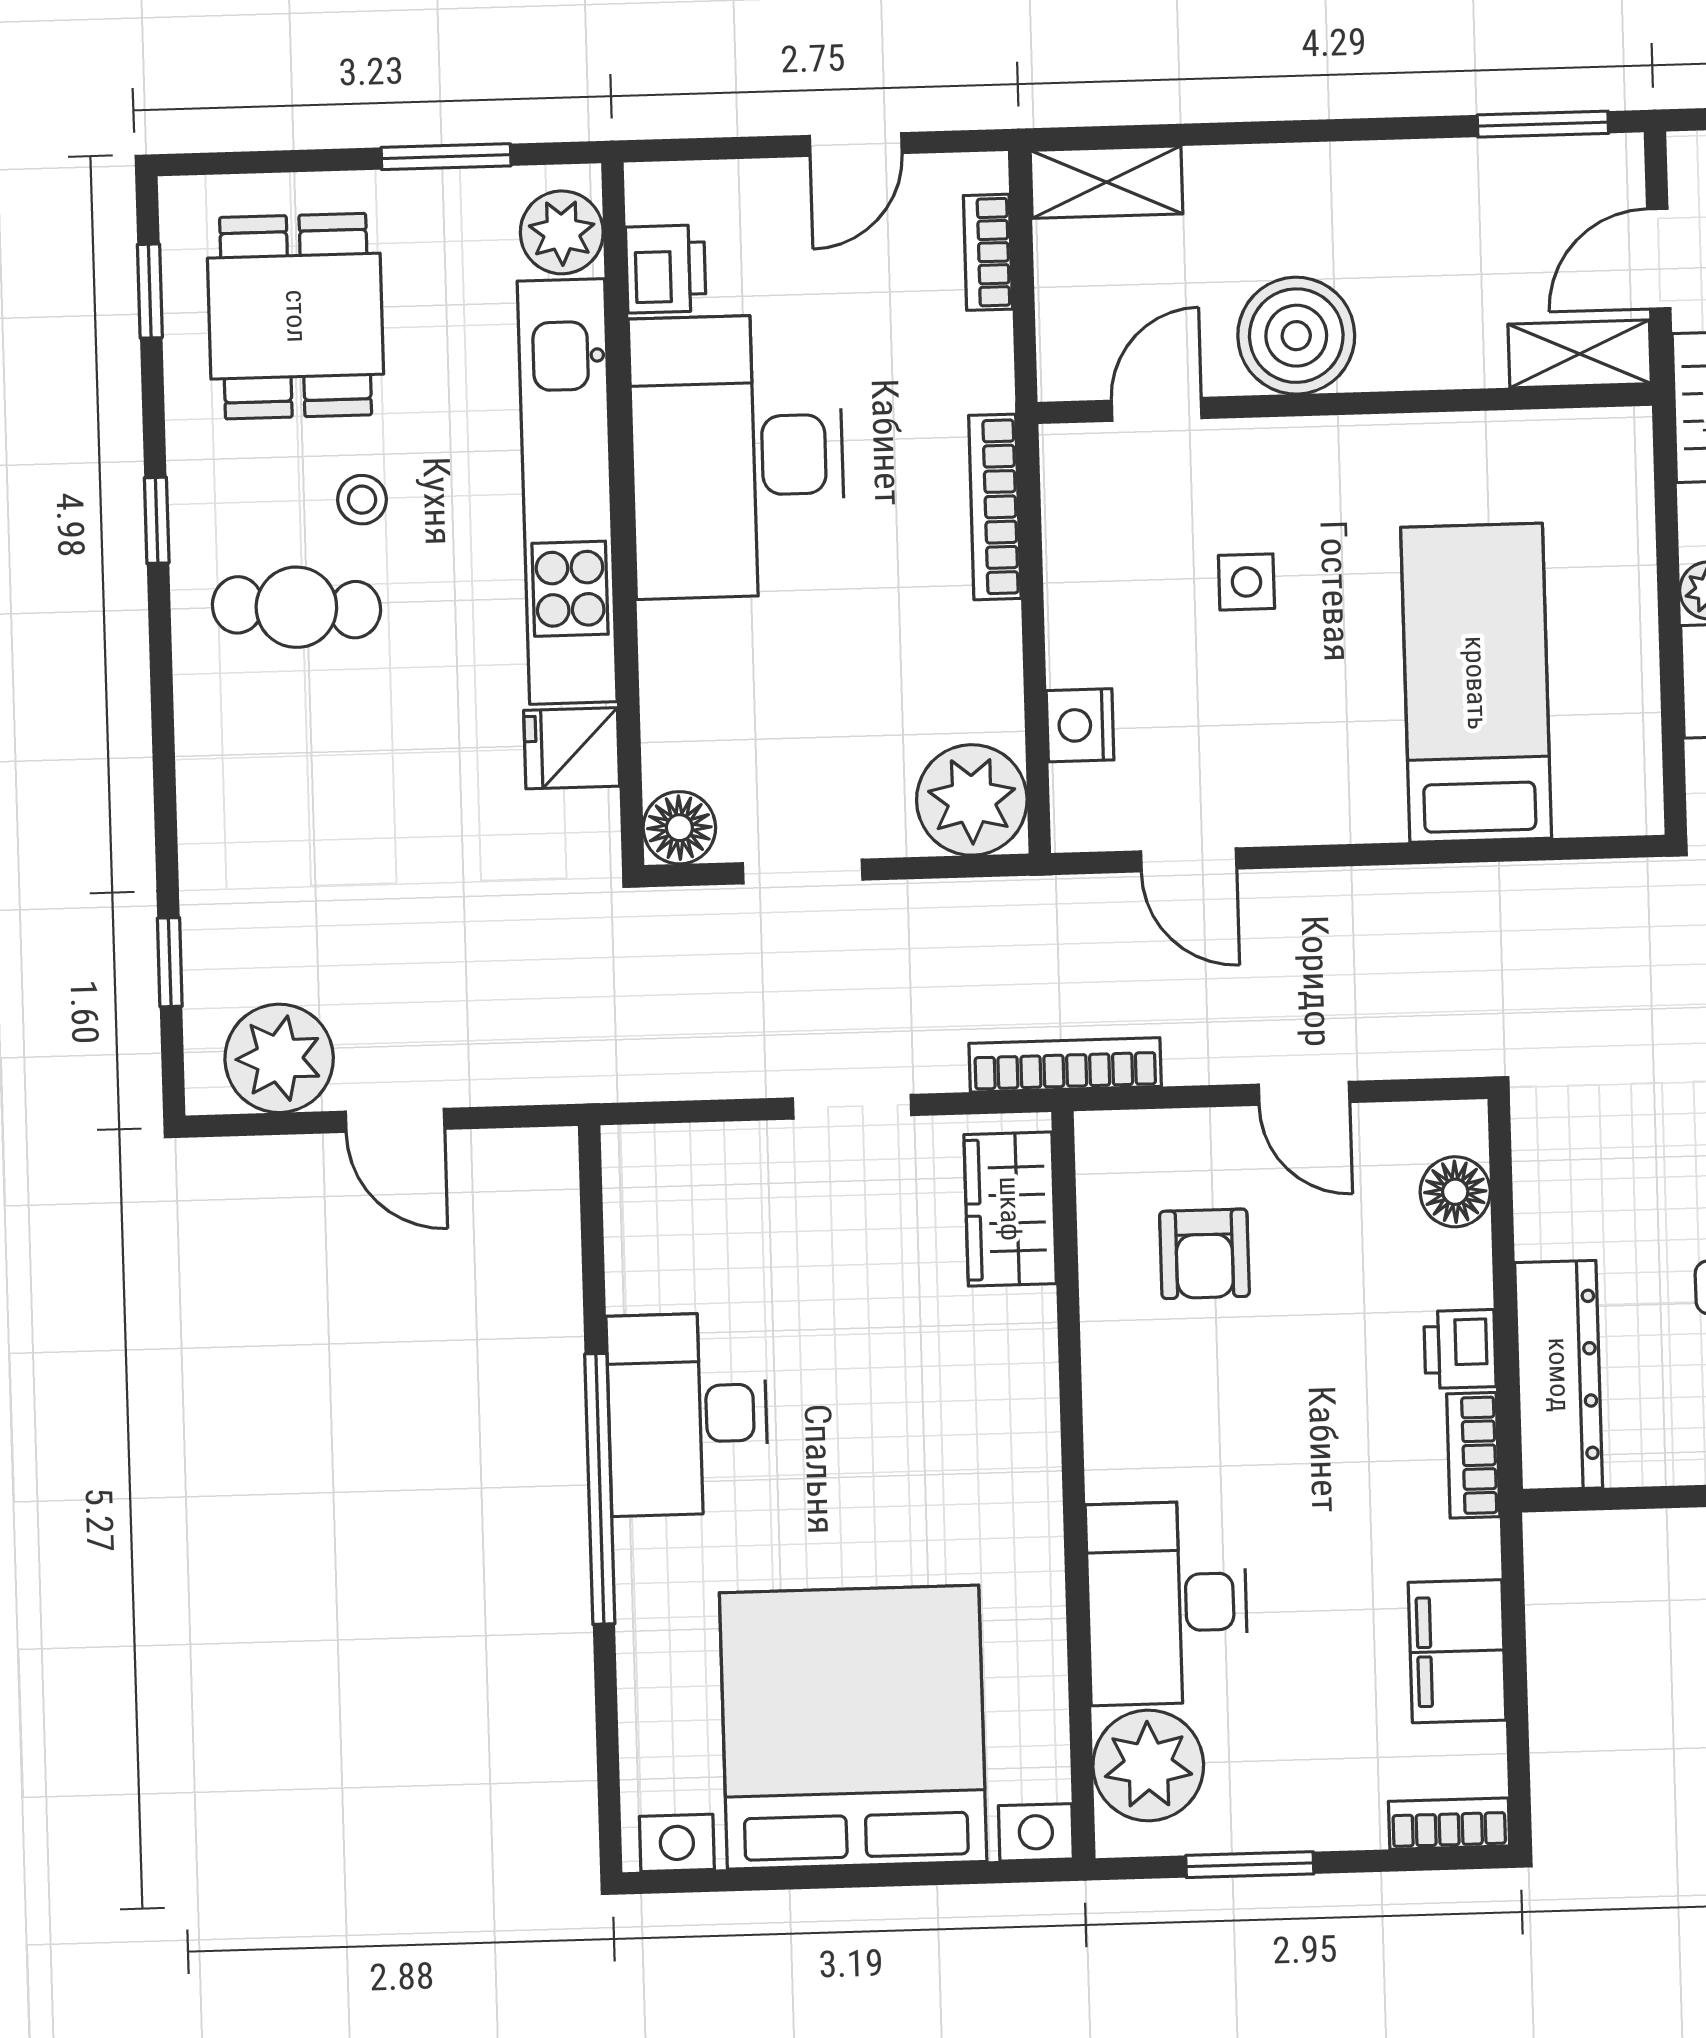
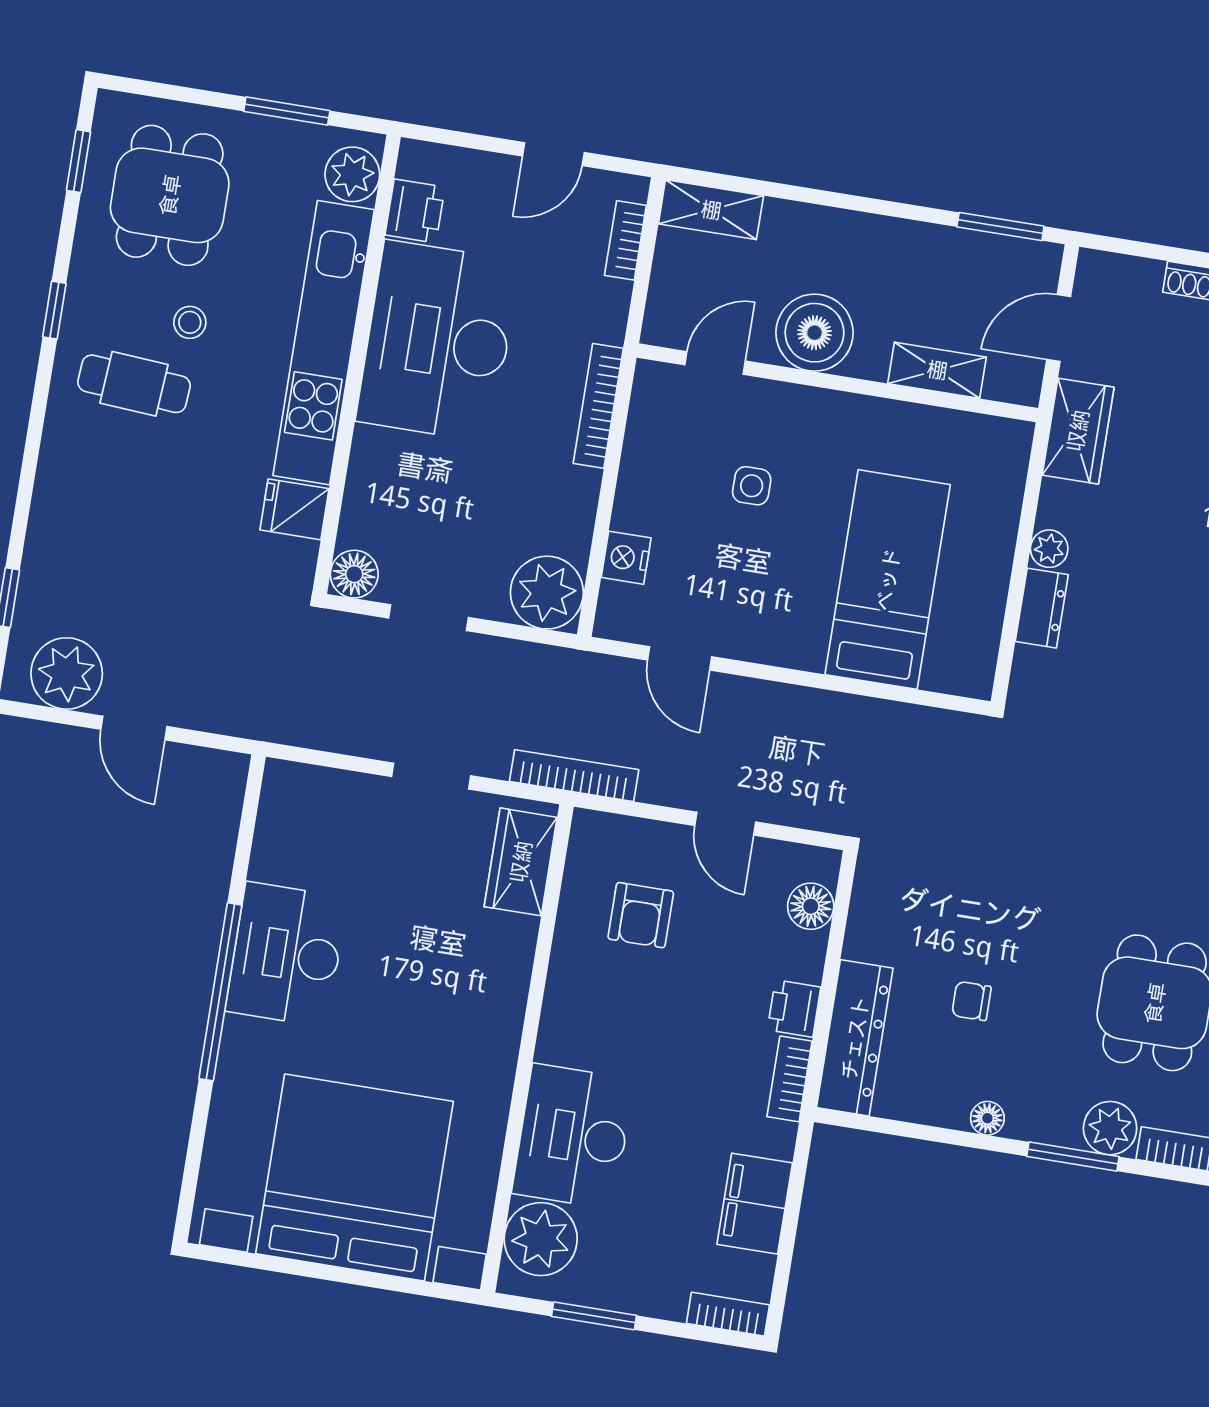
shelving: (1580, 354) -> (937, 370), moved

